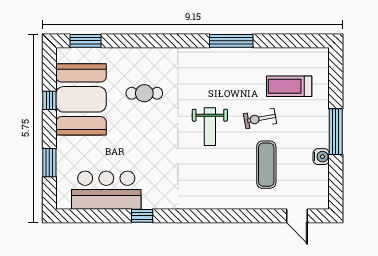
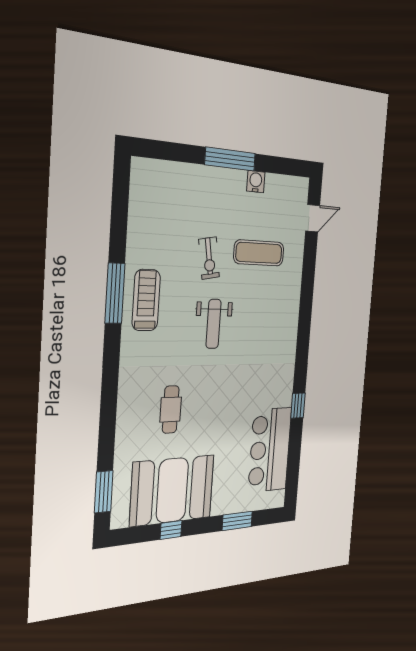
treadmill: (289, 86) -> (146, 300), moved, turned 180
weight bench: (210, 127) -> (214, 324), turned 90

